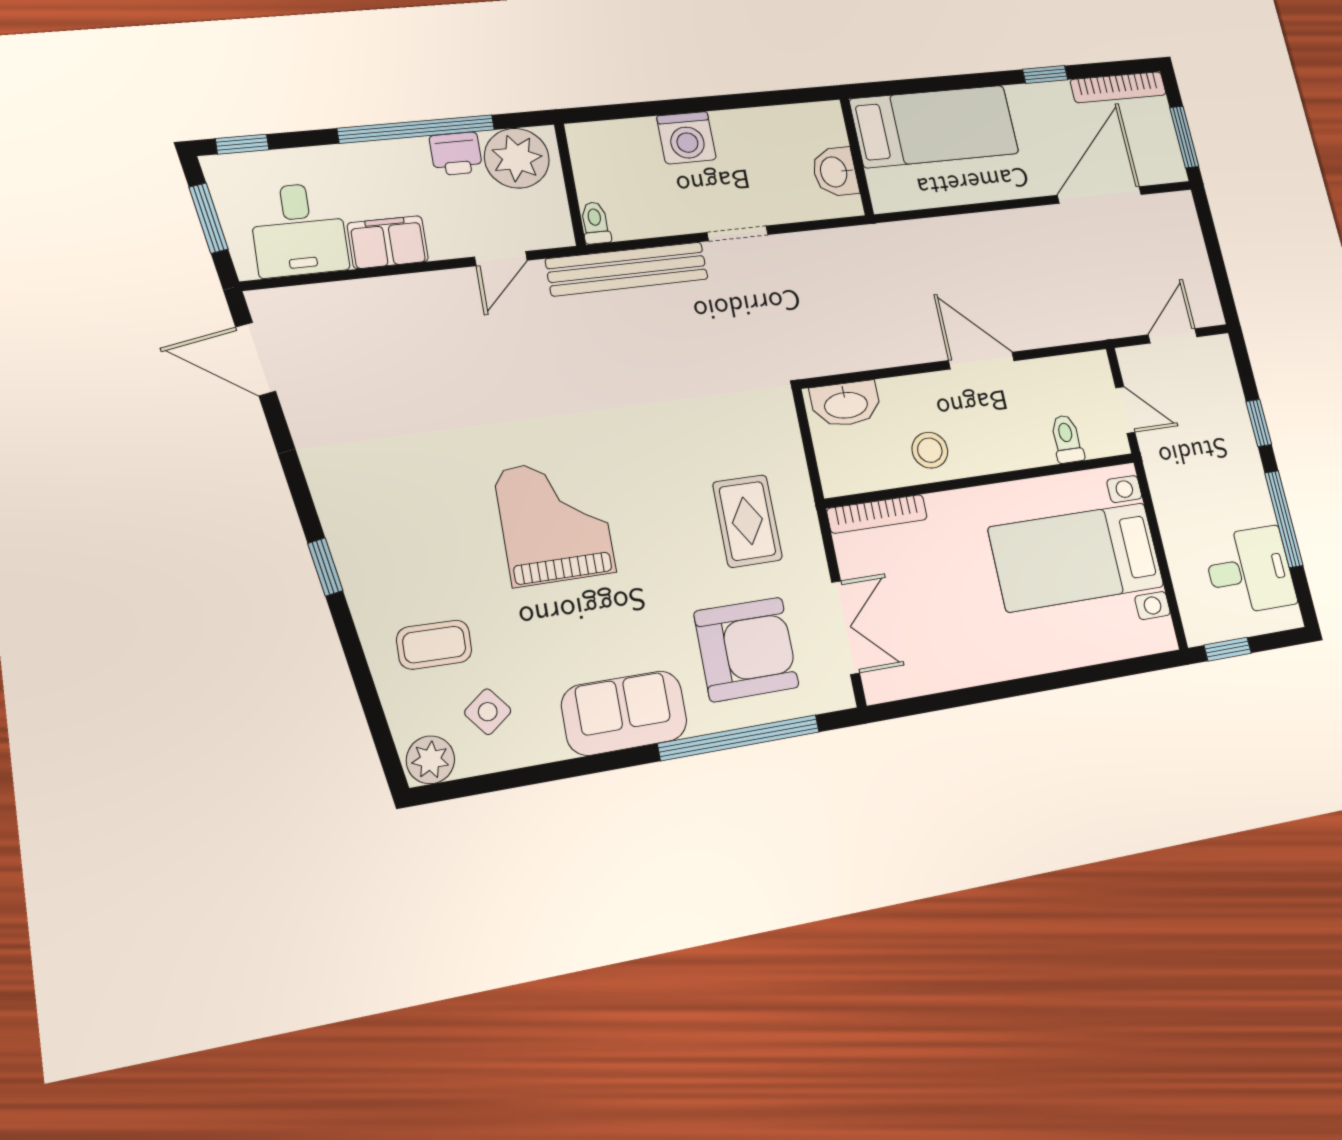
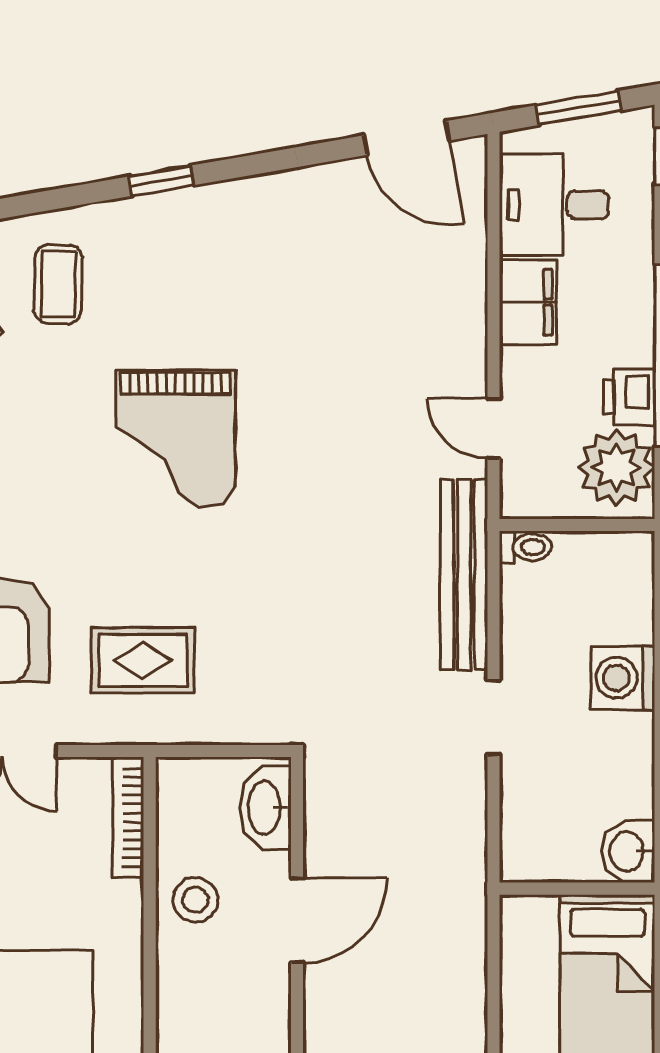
washbasin: (835, 172) -> (628, 851), moved, turned -90
door: (256, 359) -> (407, 138), swing flipped
door: (981, 361) -> (297, 920), moved
grand piano: (555, 521) -> (176, 438), turned 90

